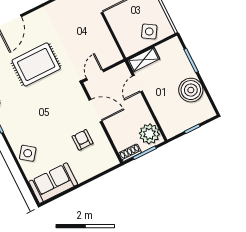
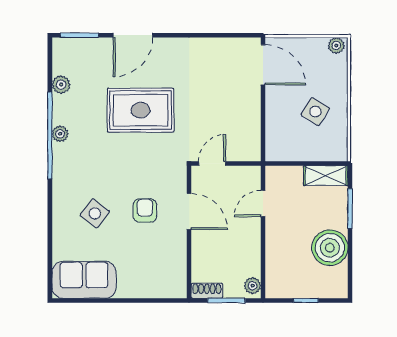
side table: (149, 32) -> (315, 111), moved
shelving: (144, 60) -> (326, 176), moved
plant: (149, 134) -> (253, 286), width x0.53, depth x0.53
armchair: (82, 140) -> (145, 211), moved
side table: (28, 153) -> (95, 213), moved

